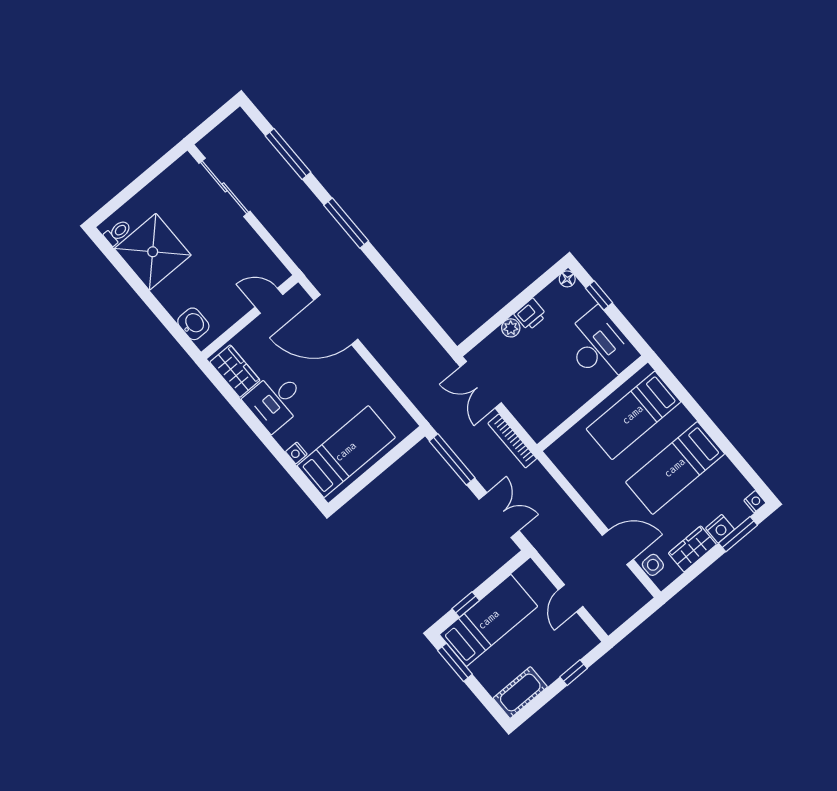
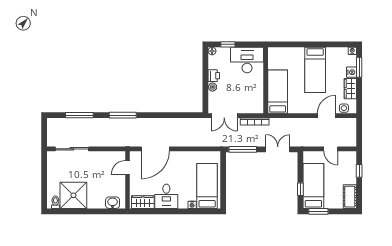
bed: (633, 415) -> (278, 92), moved, turned 180

